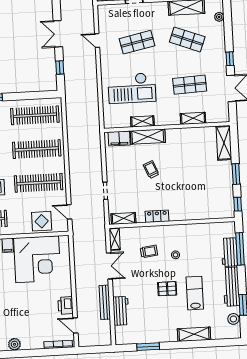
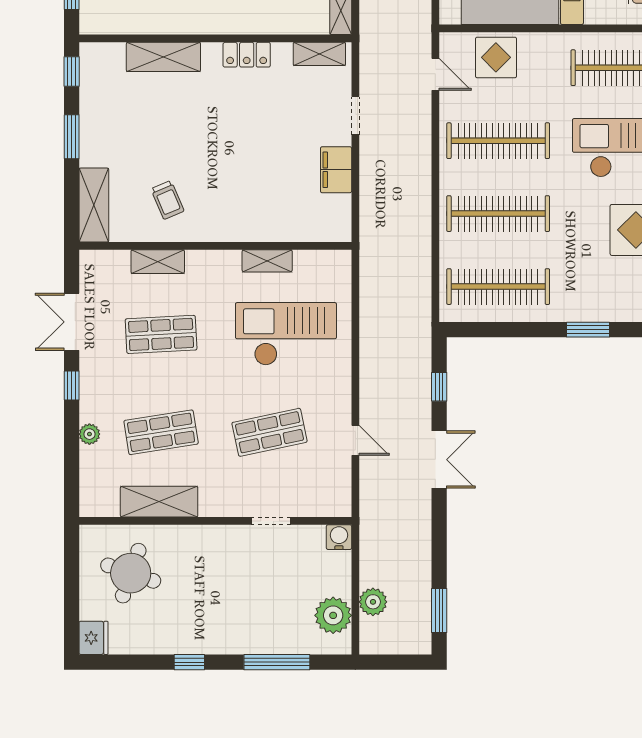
plant: (219, 17) -> (89, 434), moved
shop shelf: (187, 39) -> (161, 432), turned -30
shelving: (148, 137) -> (163, 57), moved
filing cabinet: (119, 139) -> (336, 170), moved, turned -90
trolley: (151, 170) -> (167, 200), moved

